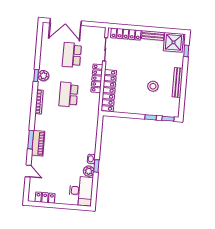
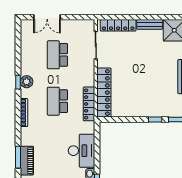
double door: (66, 22) -> (47, 17), width x0.73
locker: (97, 78) -> (89, 104), moved
stool: (153, 86) -> (155, 83), removed
desk: (85, 139) -> (81, 151), added

